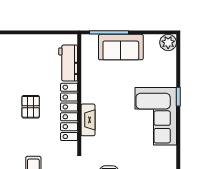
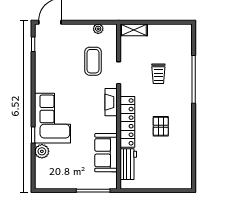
plant: (168, 43) -> (42, 151), moved
sofa: (121, 47) -> (106, 153), moved, turned -90
fireplace: (88, 120) -> (111, 102), moved

